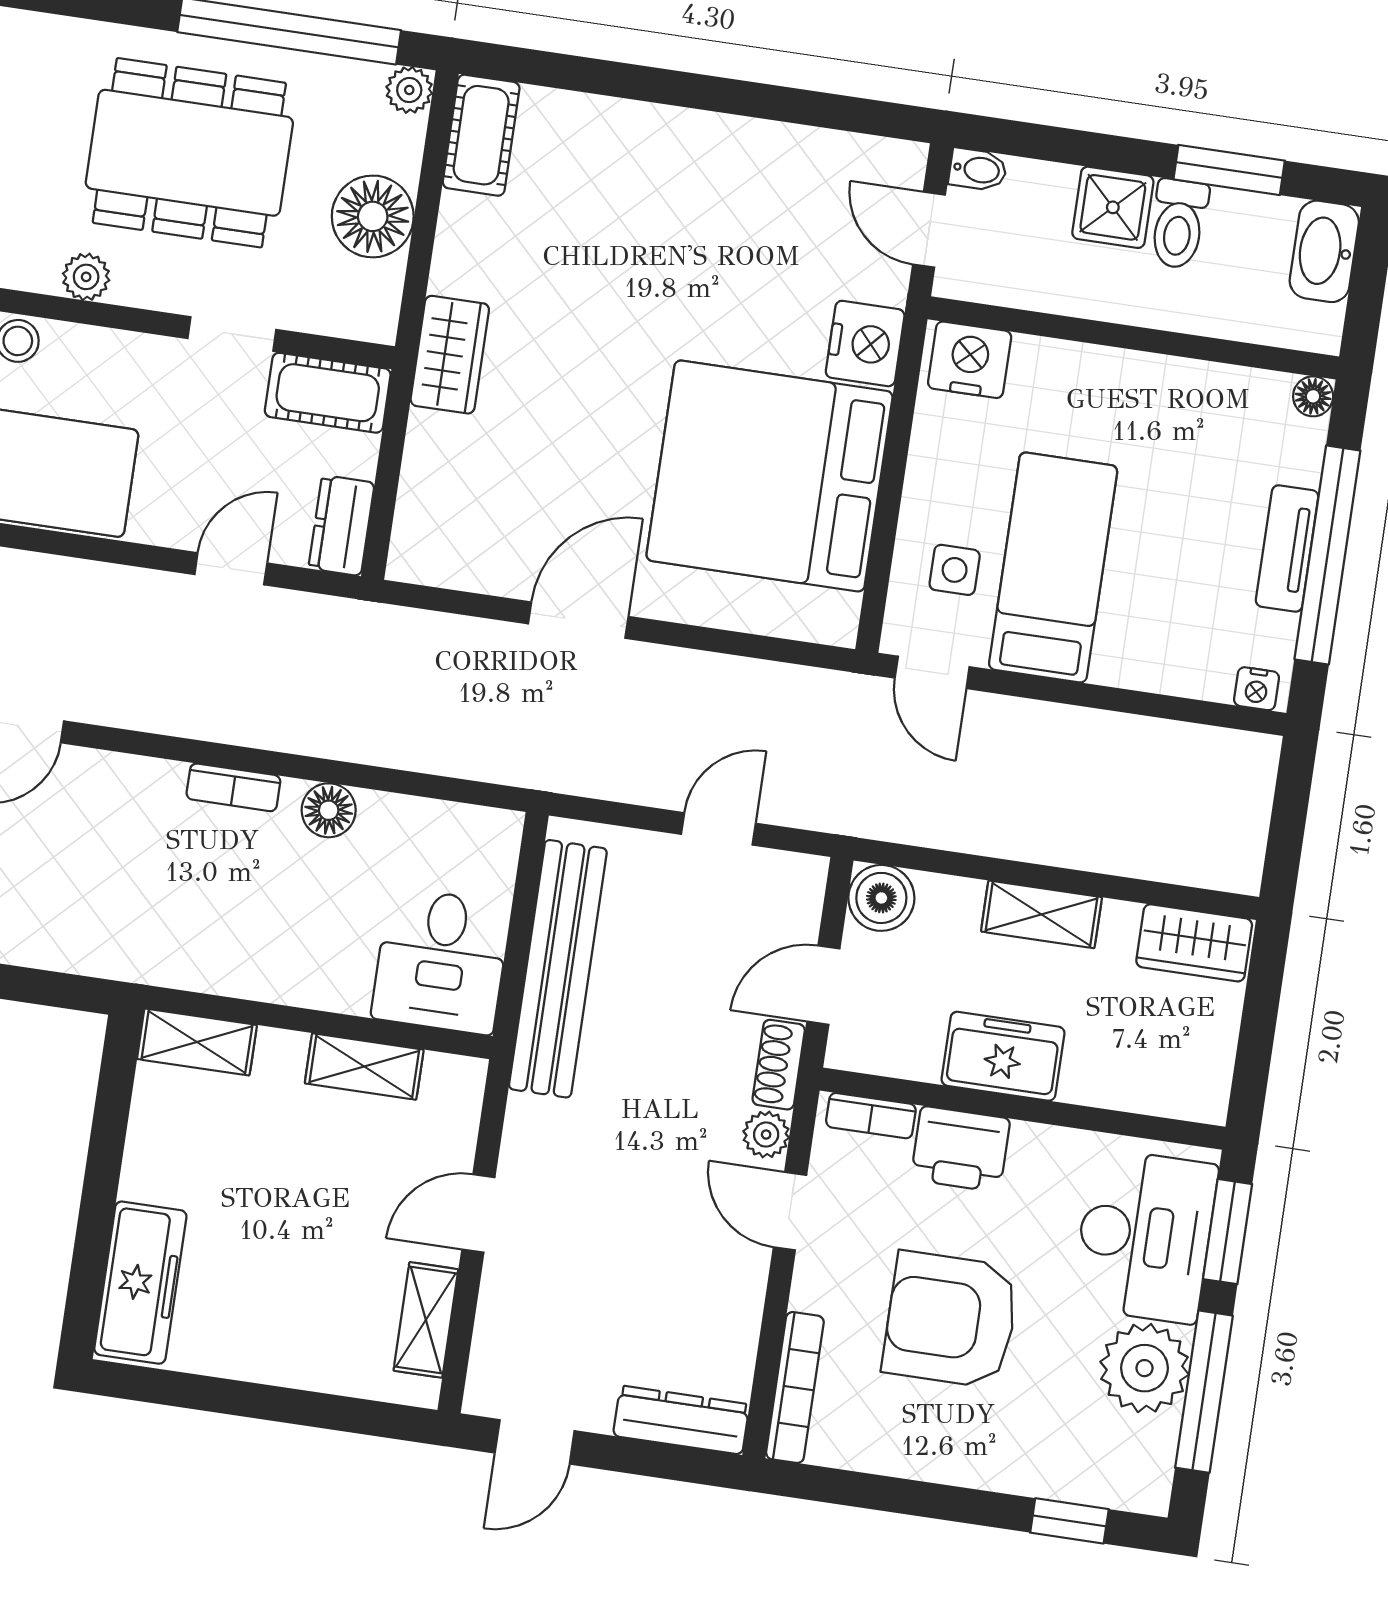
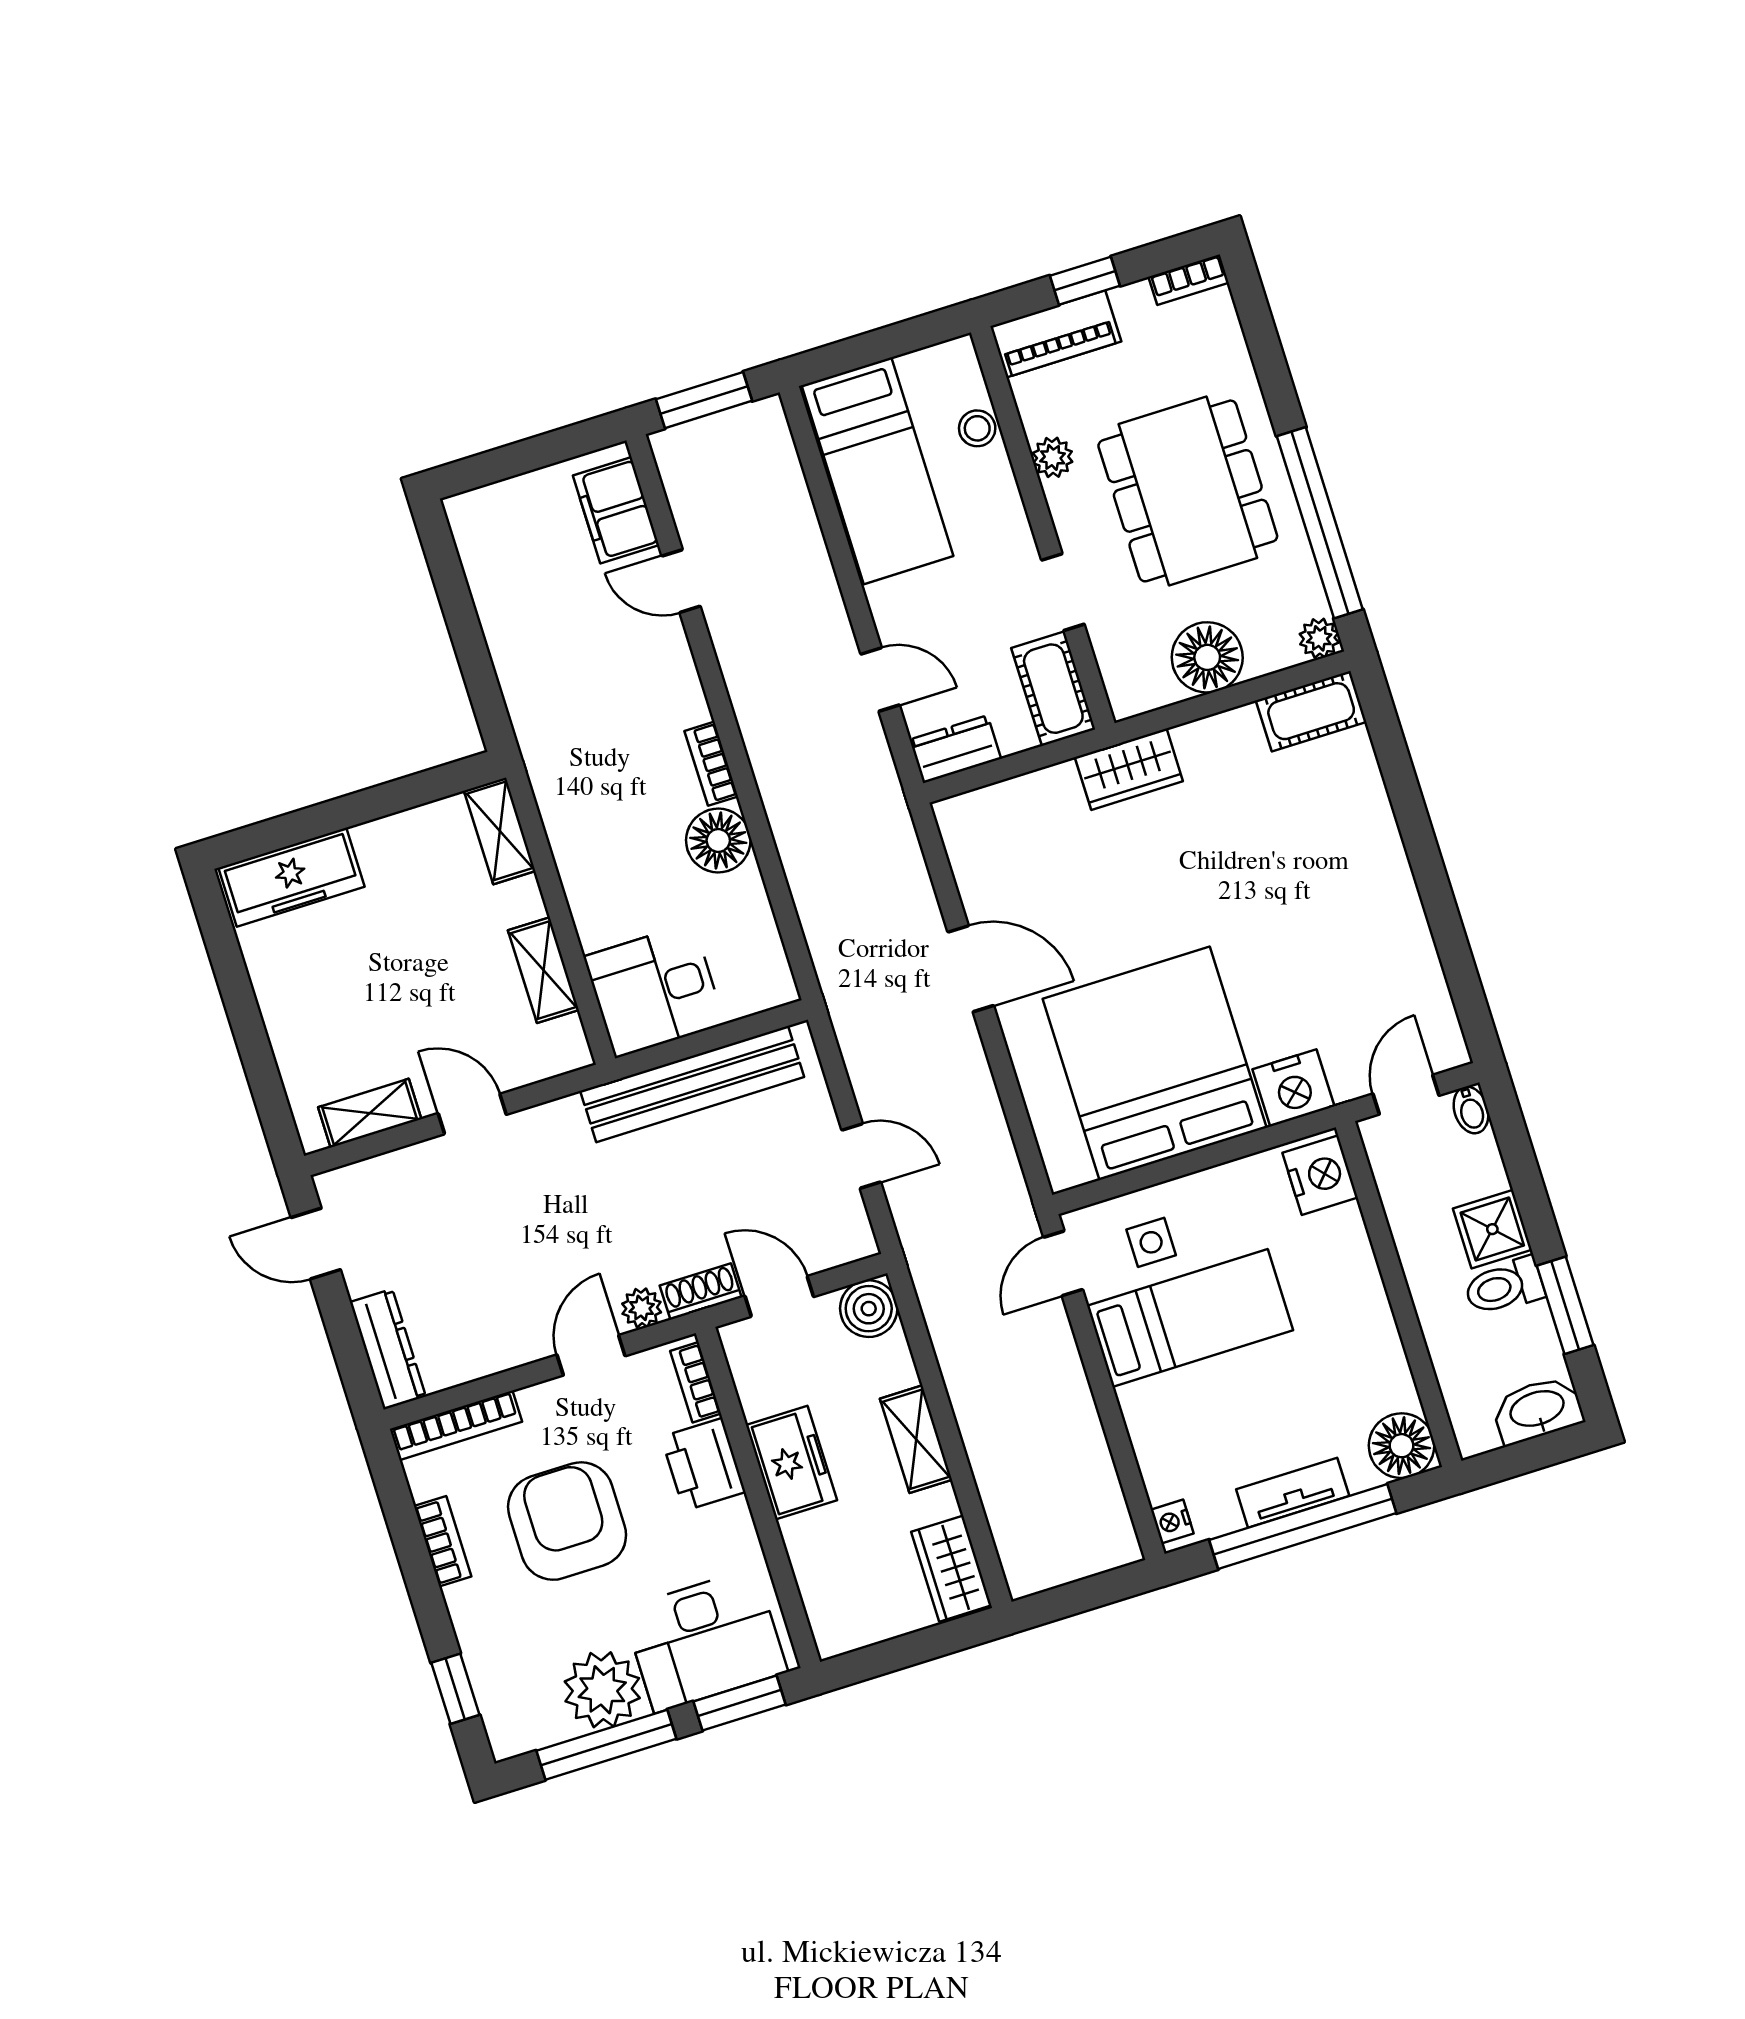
floor lamp: (1313, 396) -> (1402, 1446), width x1.89, depth x1.89
floor lamp: (329, 810) -> (718, 840), width x1.38, depth x1.38
bookcase: (909, 1460) -> (443, 1541), added

